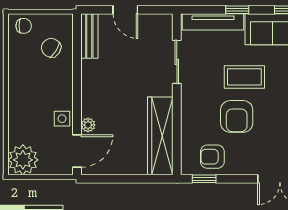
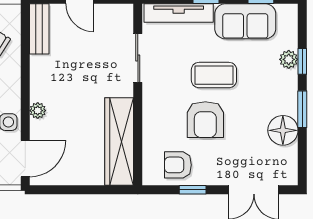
plant: (88, 125) -> (38, 111), moved
window: (204, 179) -> (193, 190), moved

